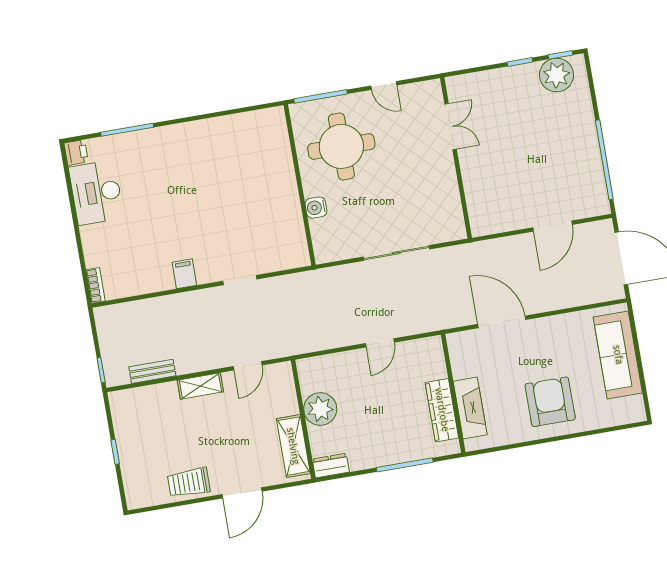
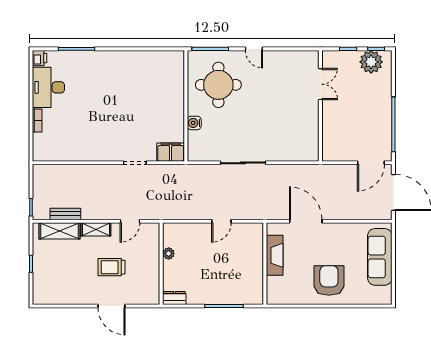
double door: (451, 126) -> (320, 84), moved
wall: (456, 158) -> (320, 106), moved
door: (552, 226) -> (371, 163), moved
filing cabinet: (184, 274) -> (171, 152), moved, width x2.00
bookcase: (96, 285) -> (37, 121), moved
fireplace: (470, 408) -> (275, 255), moved
plant: (320, 409) -> (169, 253), width x0.53, depth x0.53
wardrobe: (442, 410) -> (255, 274), removed
shelving: (293, 446) -> (60, 231), moved, turned 90
trolley: (189, 483) -> (111, 267), moved
door: (242, 493) -> (111, 306), hinge flipped

